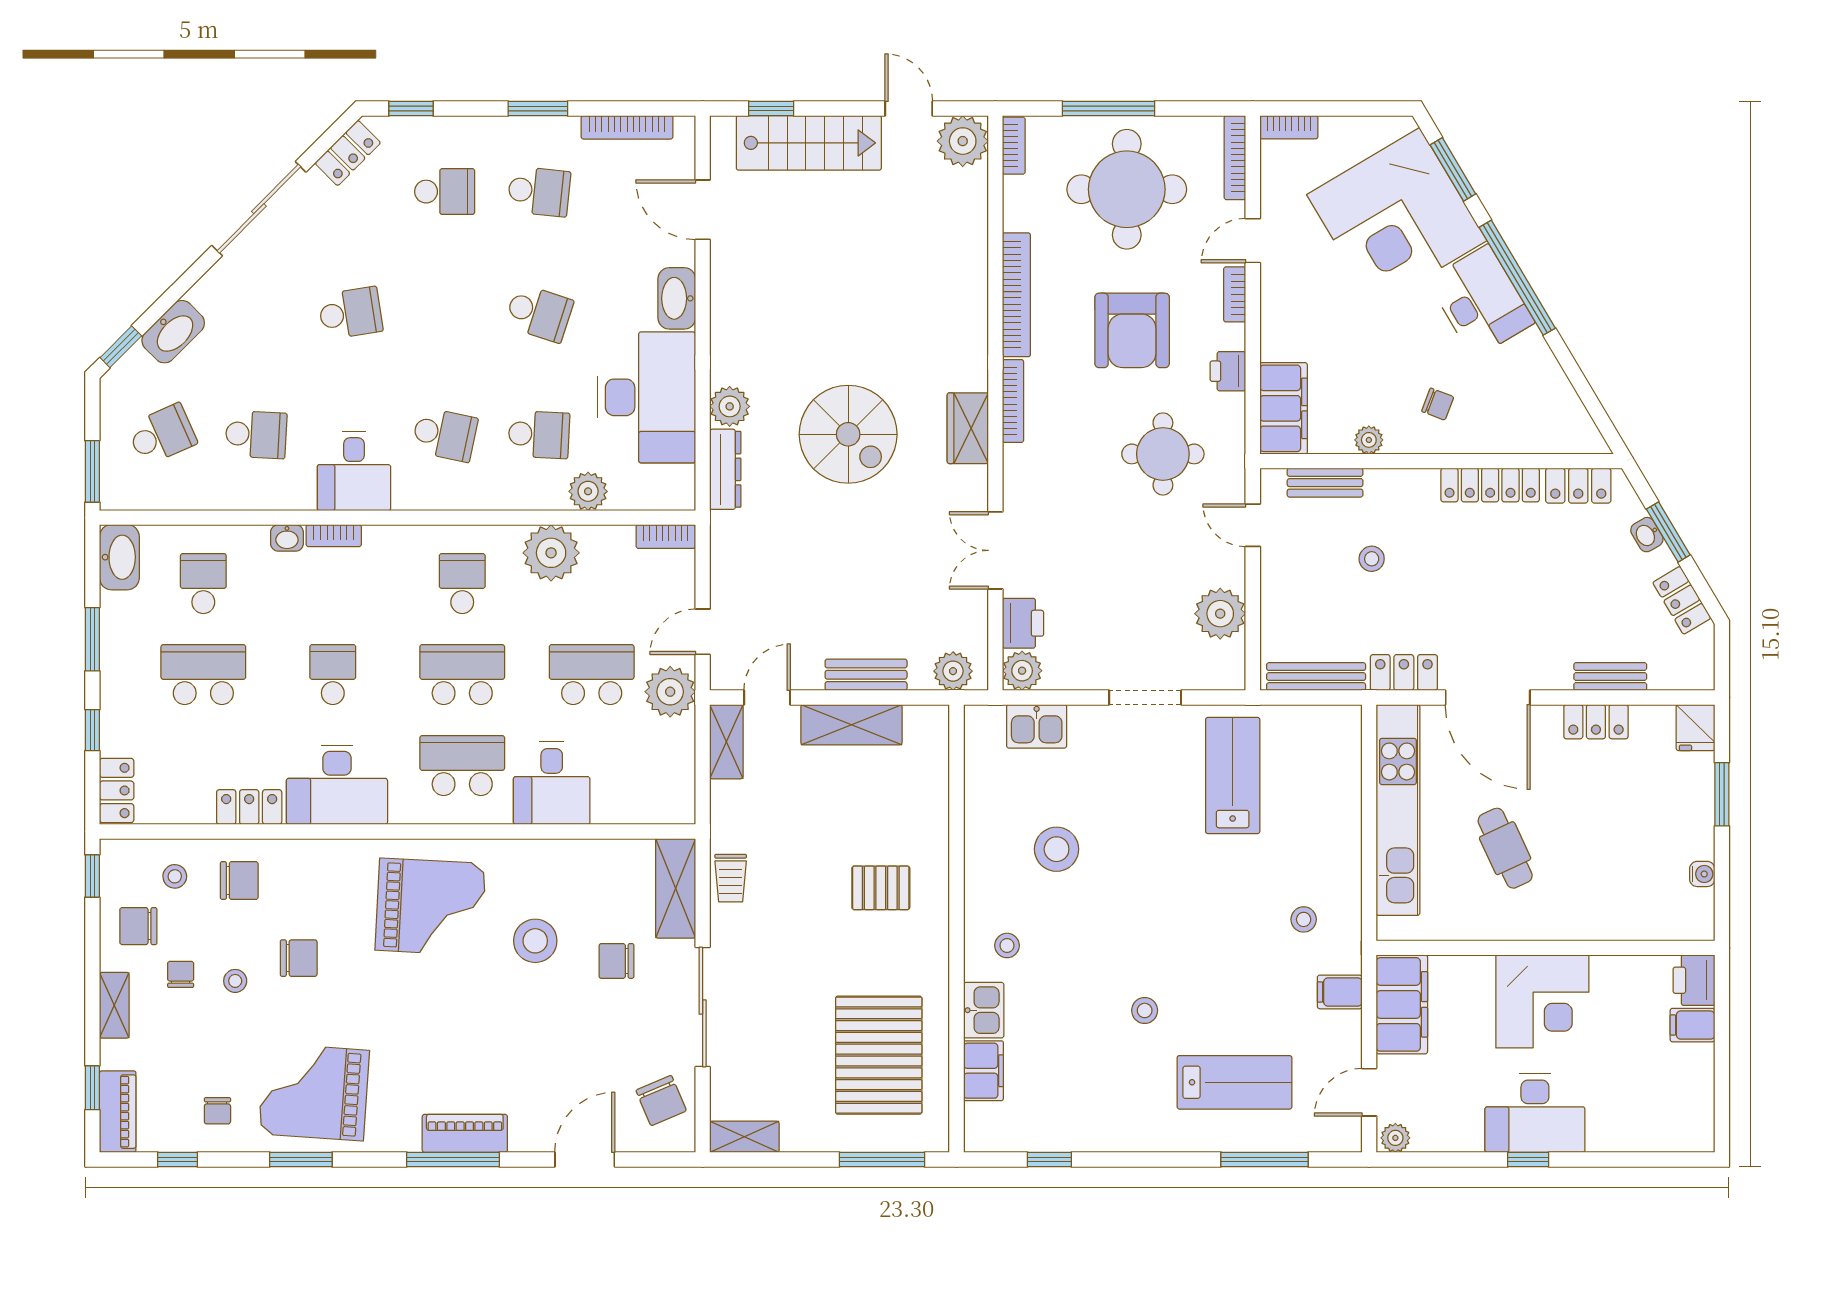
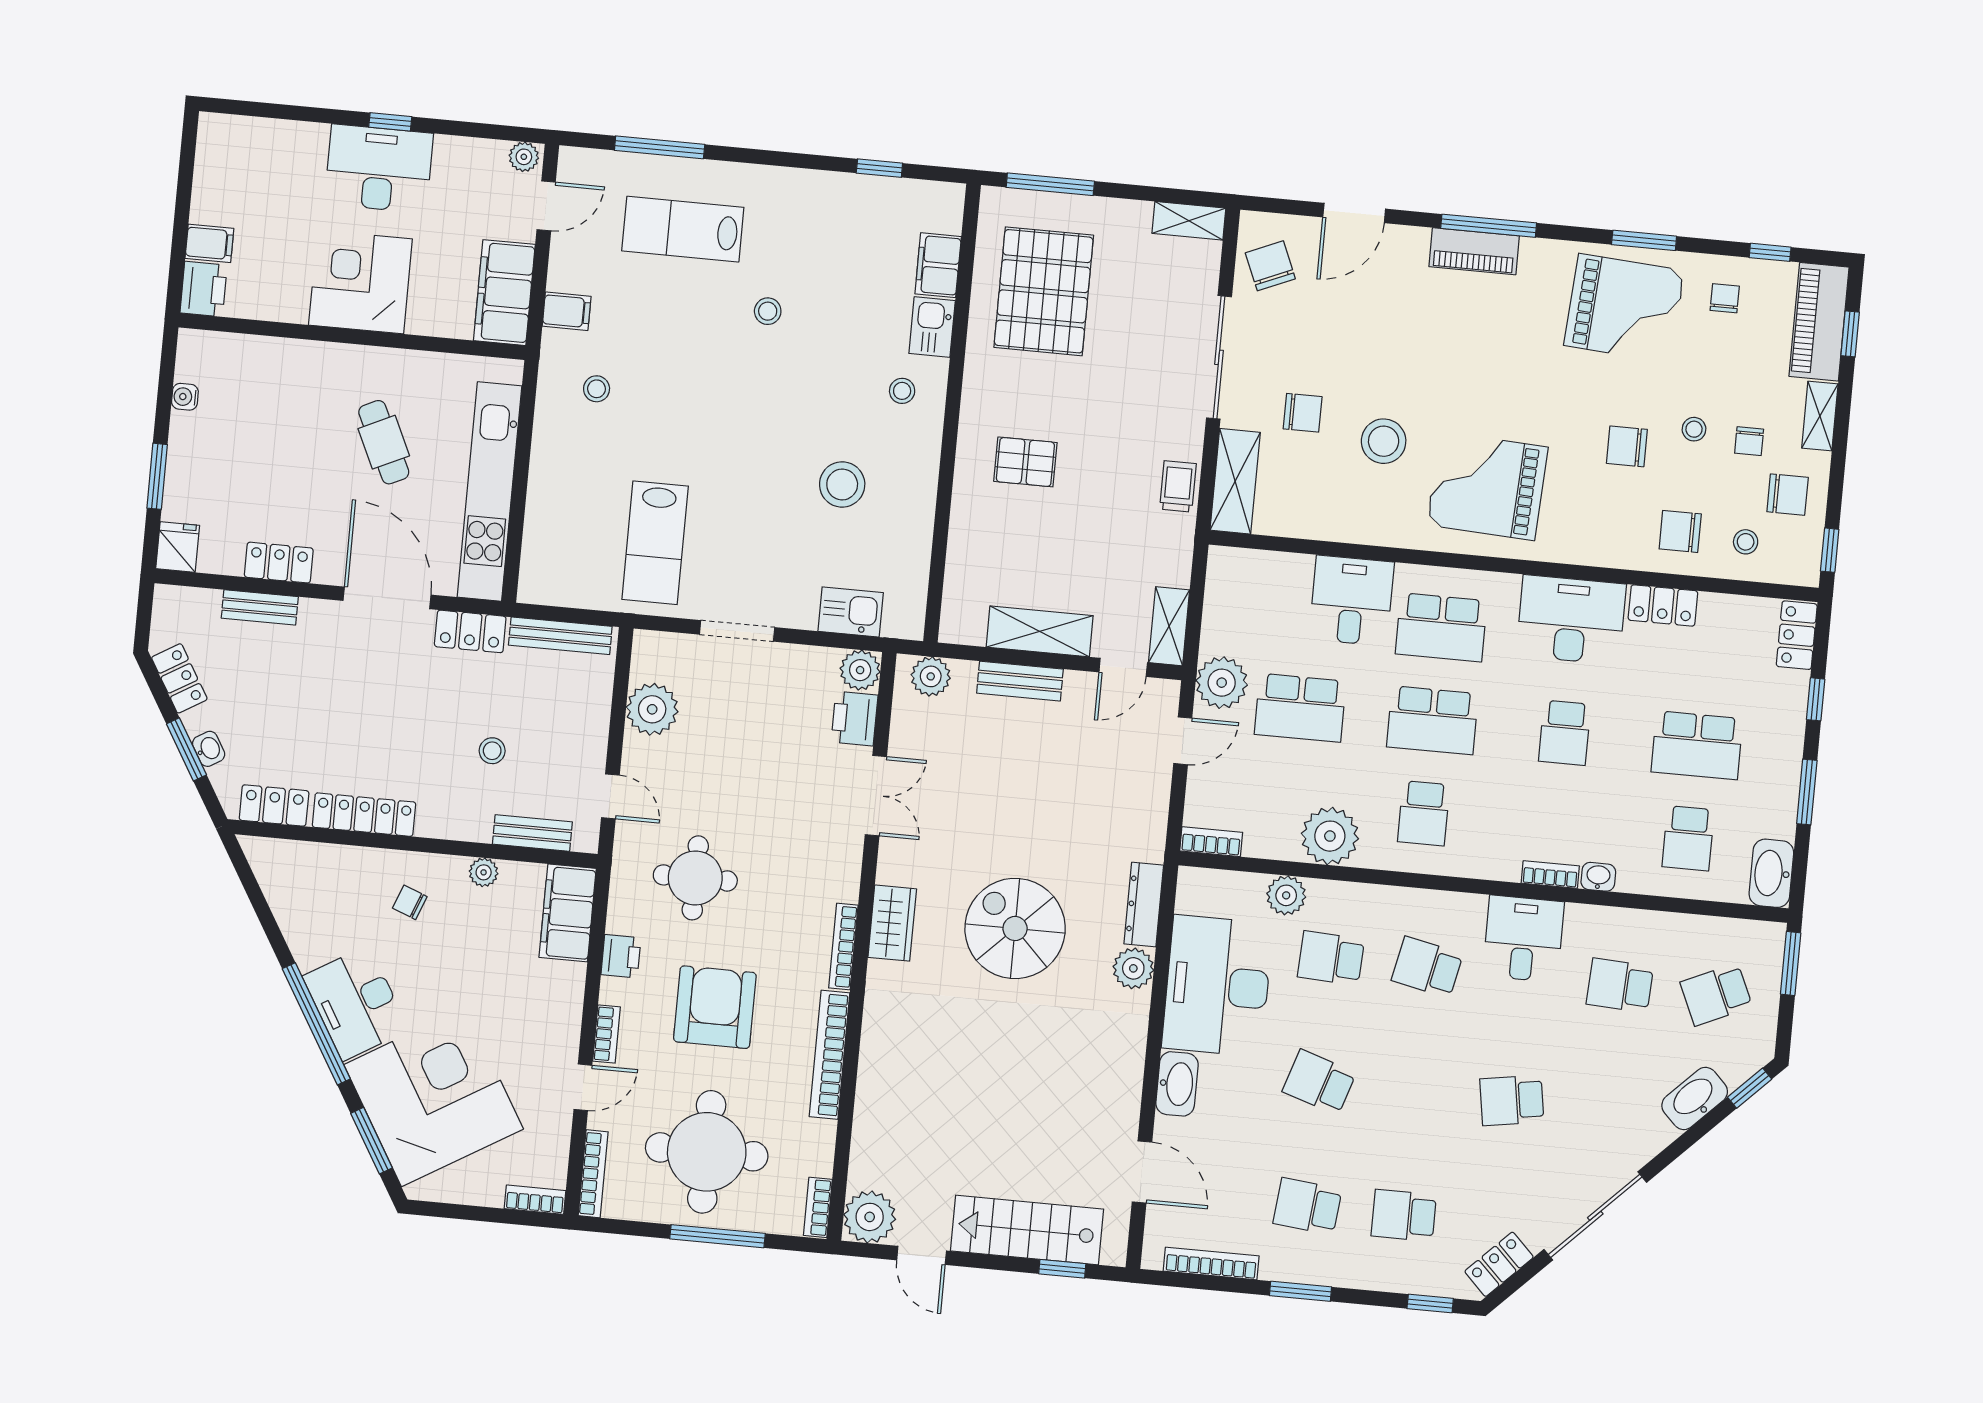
piano: (118, 1112) -> (1819, 322), width x1.37, depth x1.33

